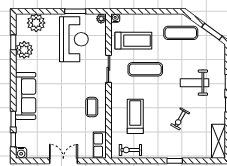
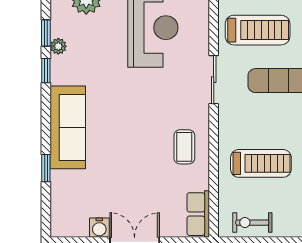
plant: (24, 50) -> (58, 46), width x0.53, depth x0.53
treadmill: (135, 116) -> (261, 163), turned 90
window: (13, 140) -> (46, 71), moved
water cooler: (21, 153) -> (99, 228), moved

